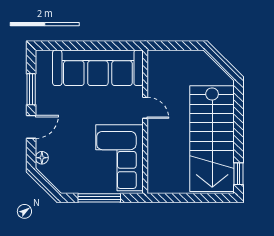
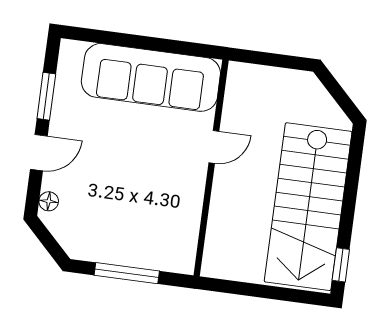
door: (145, 108) -> (214, 147), hinge flipped
corner sofa: (119, 158) -> (165, 217), removed

